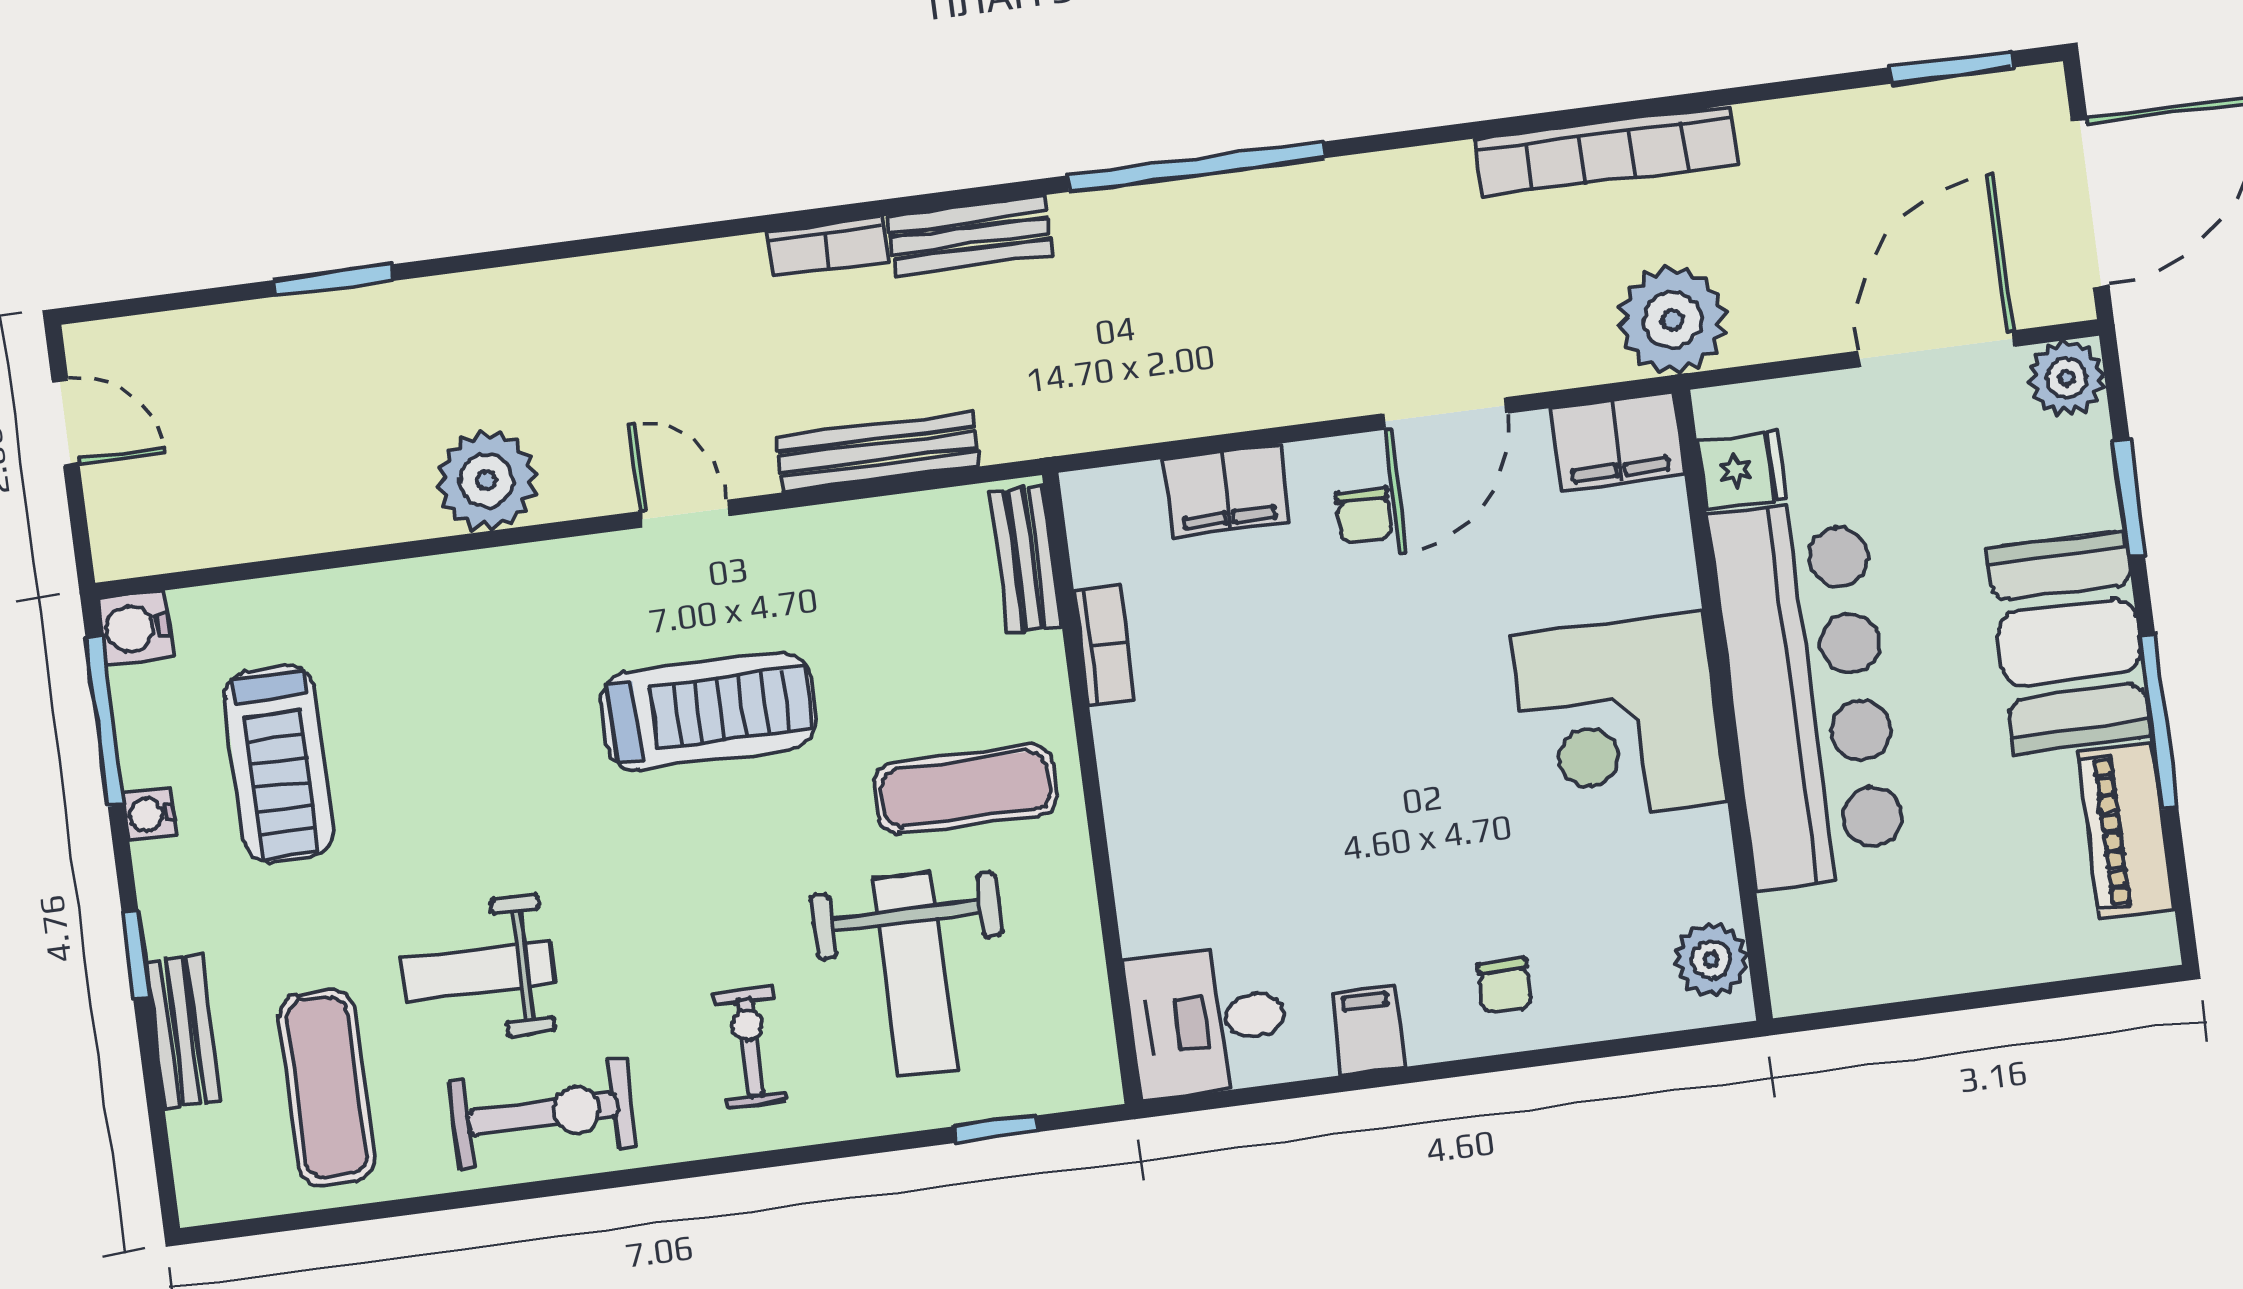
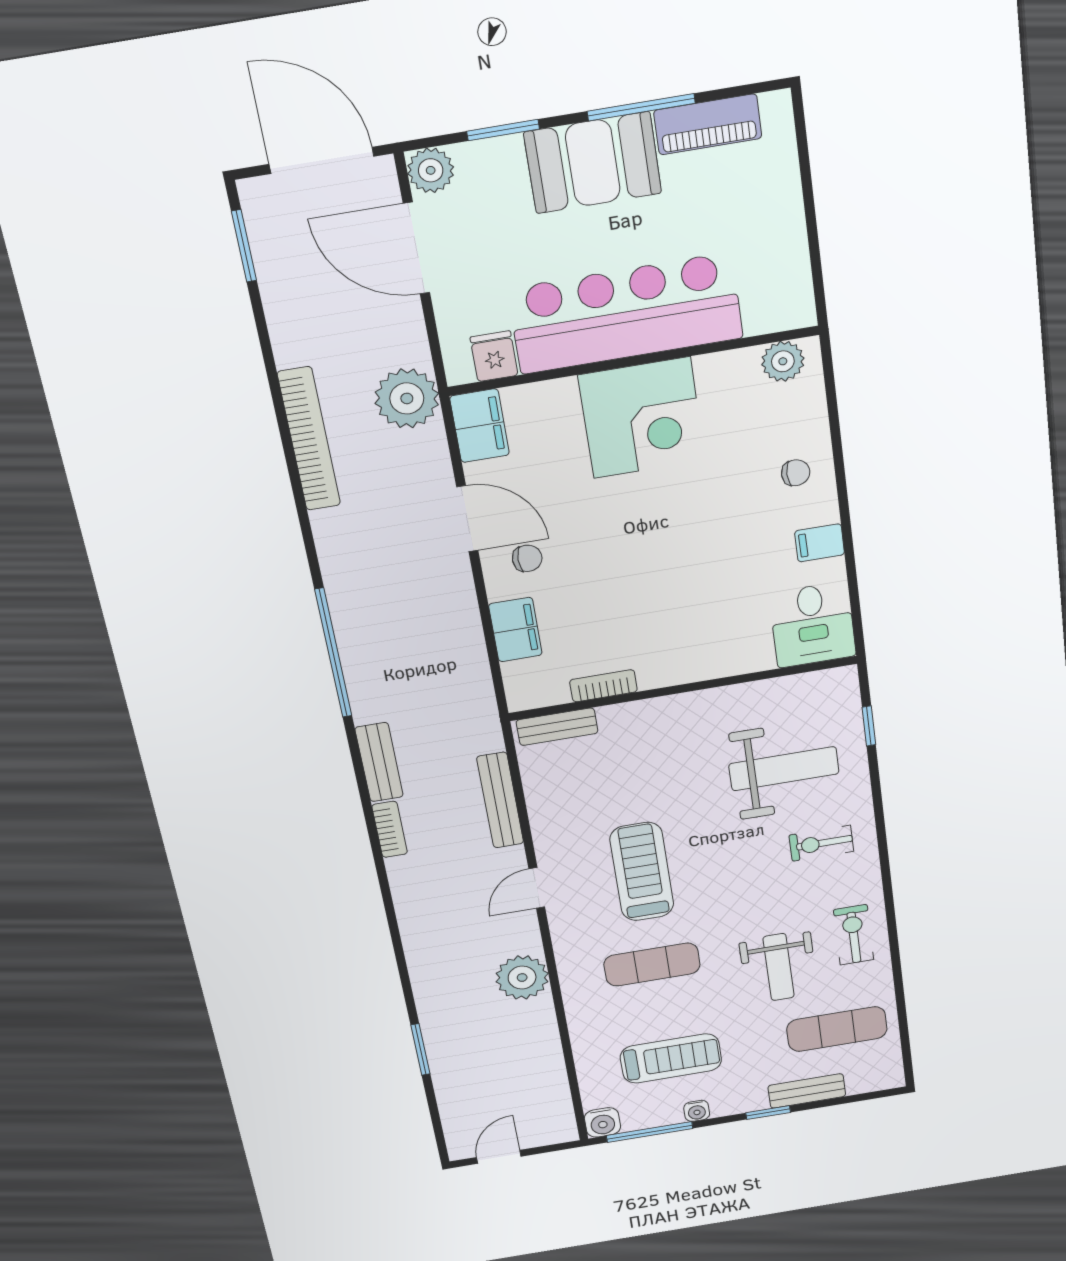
exercise mat: (966, 789) -> (652, 965), moved, turned 90
exercise bike: (543, 1114) -> (854, 935), width x0.73, depth x0.72

